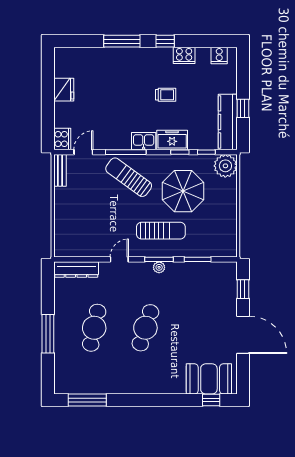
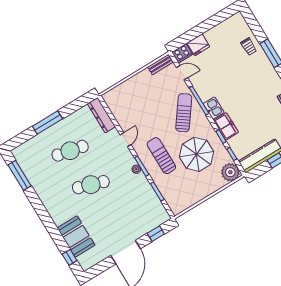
fridge: (64, 90) -> (198, 45), moved
trolley: (166, 95) -> (249, 47), moved
sun lounger: (161, 231) -> (161, 156), turned 180
door: (119, 259) -> (126, 140), hinge flipped
booth: (209, 379) -> (76, 237), moved

